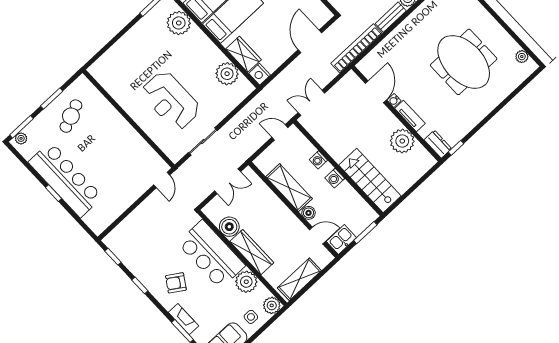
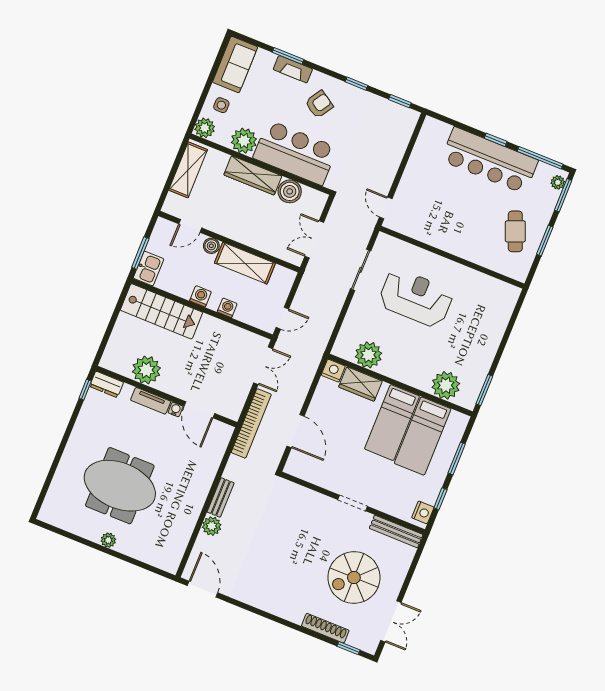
bookcase: (357, 48) -> (251, 423), moved
plant: (522, 57) -> (108, 540), moved
window: (26, 164) -> (540, 158), added
kitchen sink: (341, 239) -> (149, 268), moved

